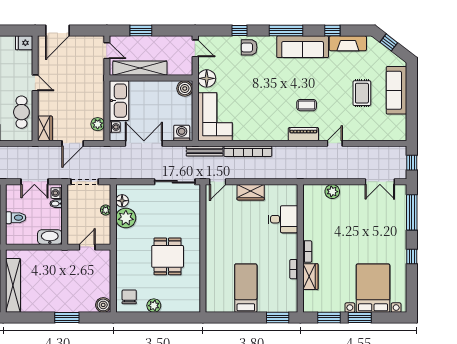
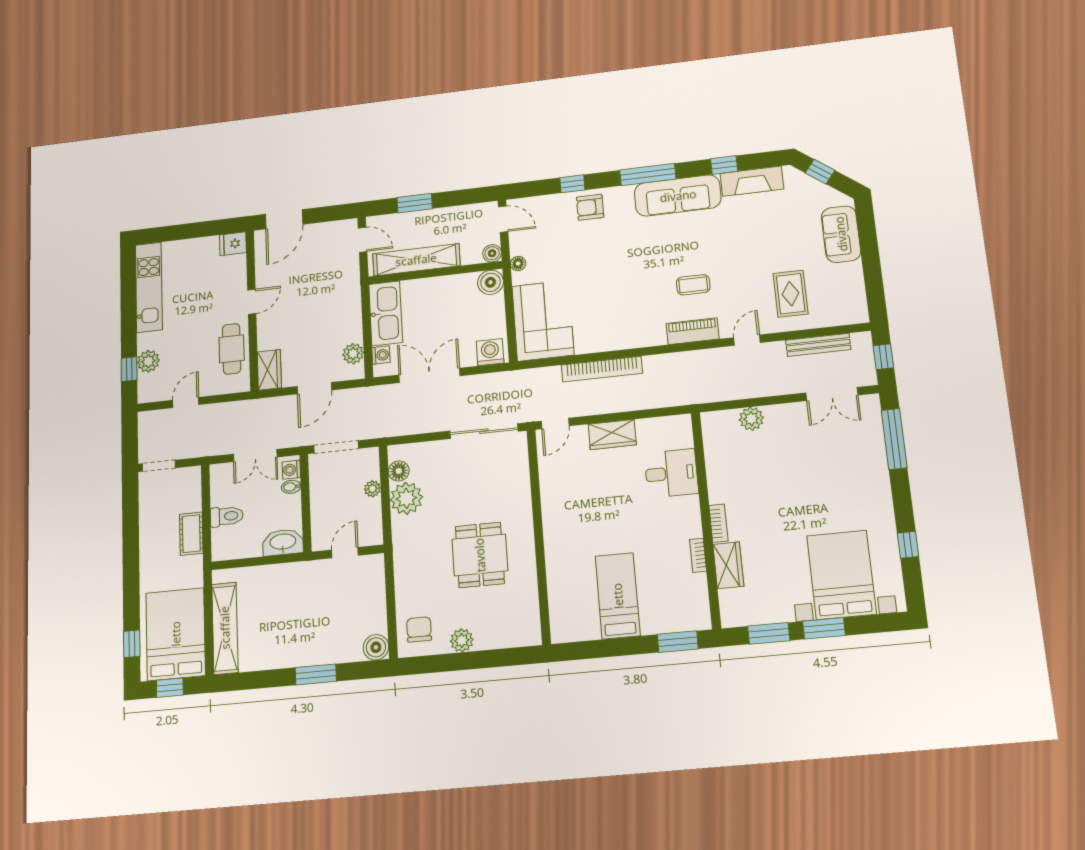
boiler: (187, 70) -> (492, 253), added
floor lamp: (207, 78) -> (518, 264), width x0.53, depth x0.53
door: (35, 83) -> (252, 302), hinge flipped
sofa: (396, 90) -> (841, 234), width x0.73
rug: (362, 93) -> (791, 294), moved
bench: (205, 151) -> (818, 345), moved
window: (412, 256) -> (908, 545), moved

